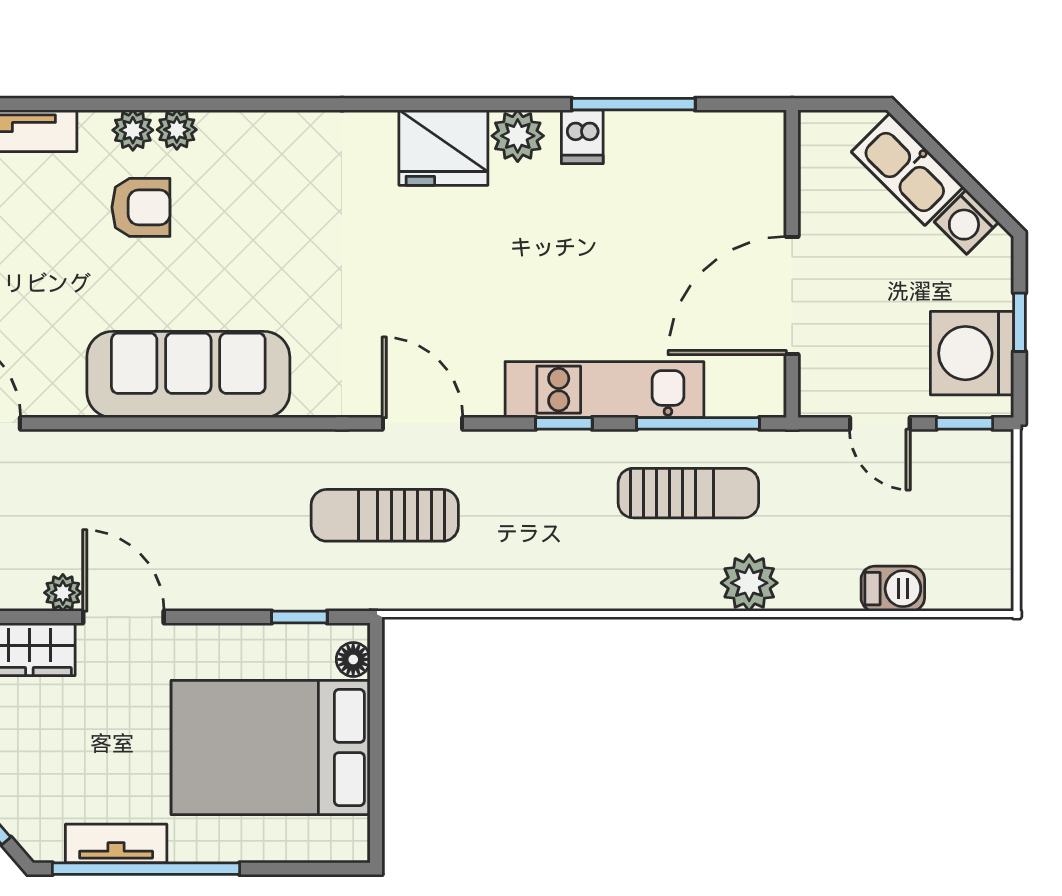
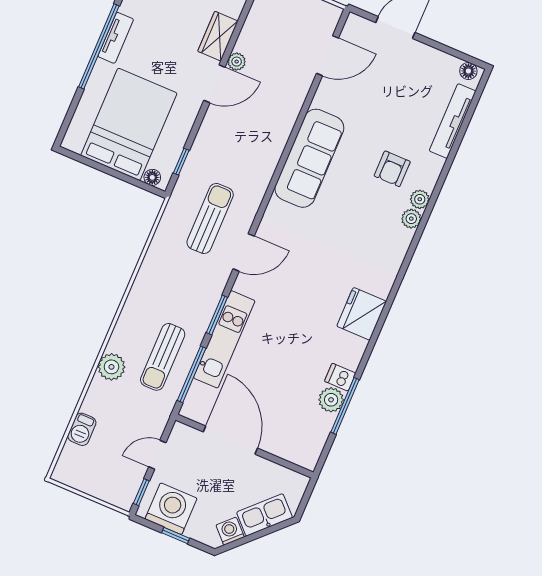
plant: (133, 130) -> (411, 219), moved
plant: (518, 136) -> (331, 400), moved
window: (564, 423) -> (217, 315), width x1.50

